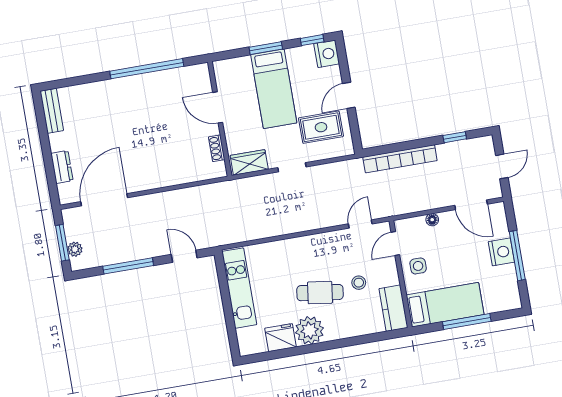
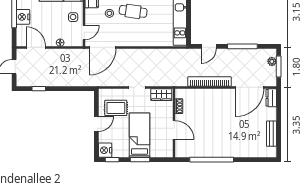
bench: (52, 111) -> (271, 134), moved
bookcase: (400, 159) -> (210, 81), moved
dresser: (62, 167) -> (271, 98), moved
door: (360, 224) -> (103, 47), width x1.88
door: (184, 256) -> (209, 46), hinge flipped

